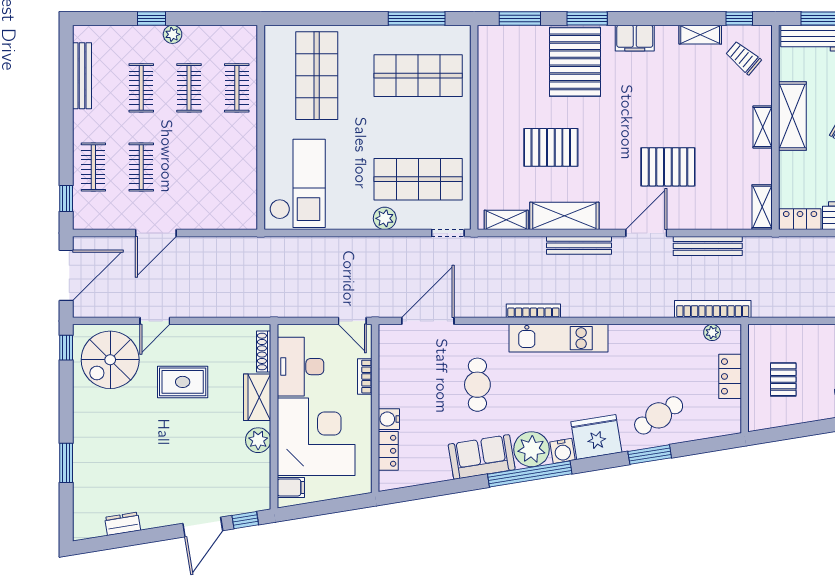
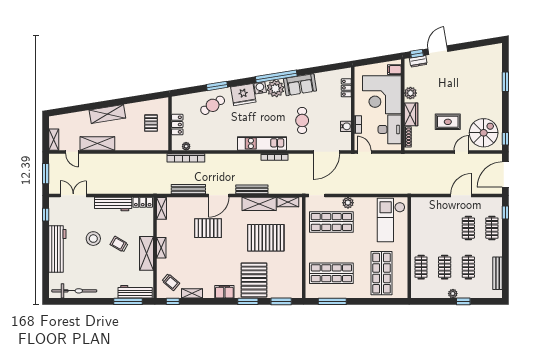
pallet: (551, 147) -> (266, 238), width x1.37, depth x1.41
water cooler: (389, 419) -> (346, 126), moved
dresser: (123, 524) -> (418, 61), moved

